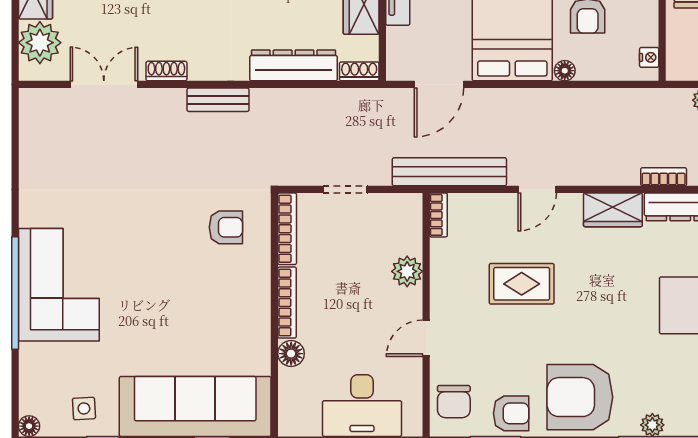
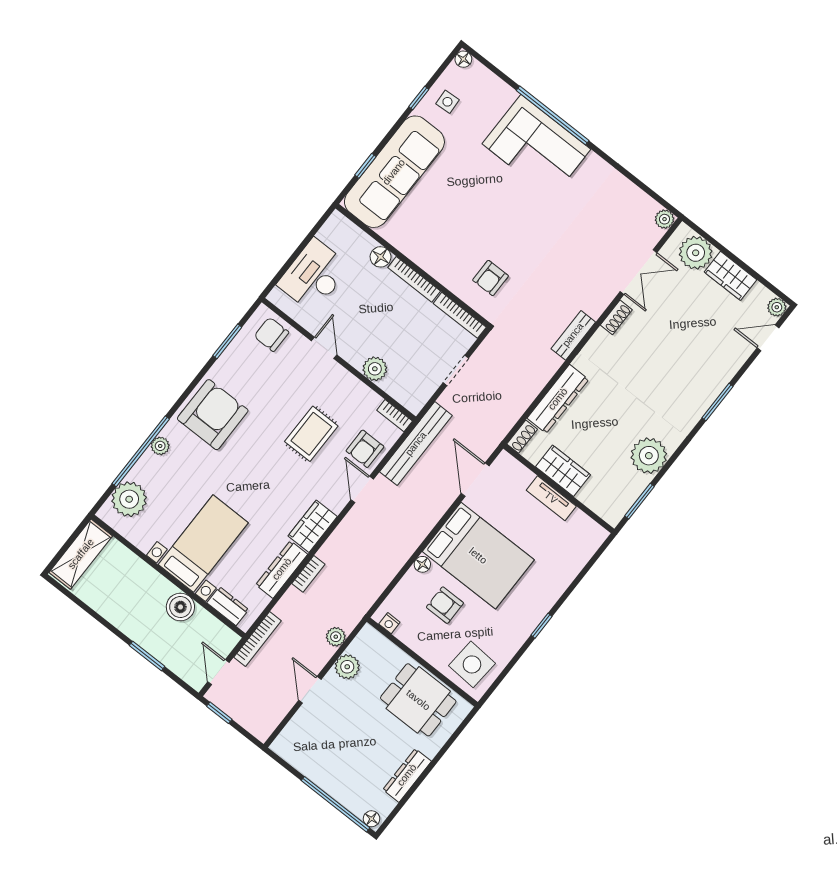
plant: (31, 100) -> (665, 219), added
armchair: (511, 413) -> (365, 449), moved

